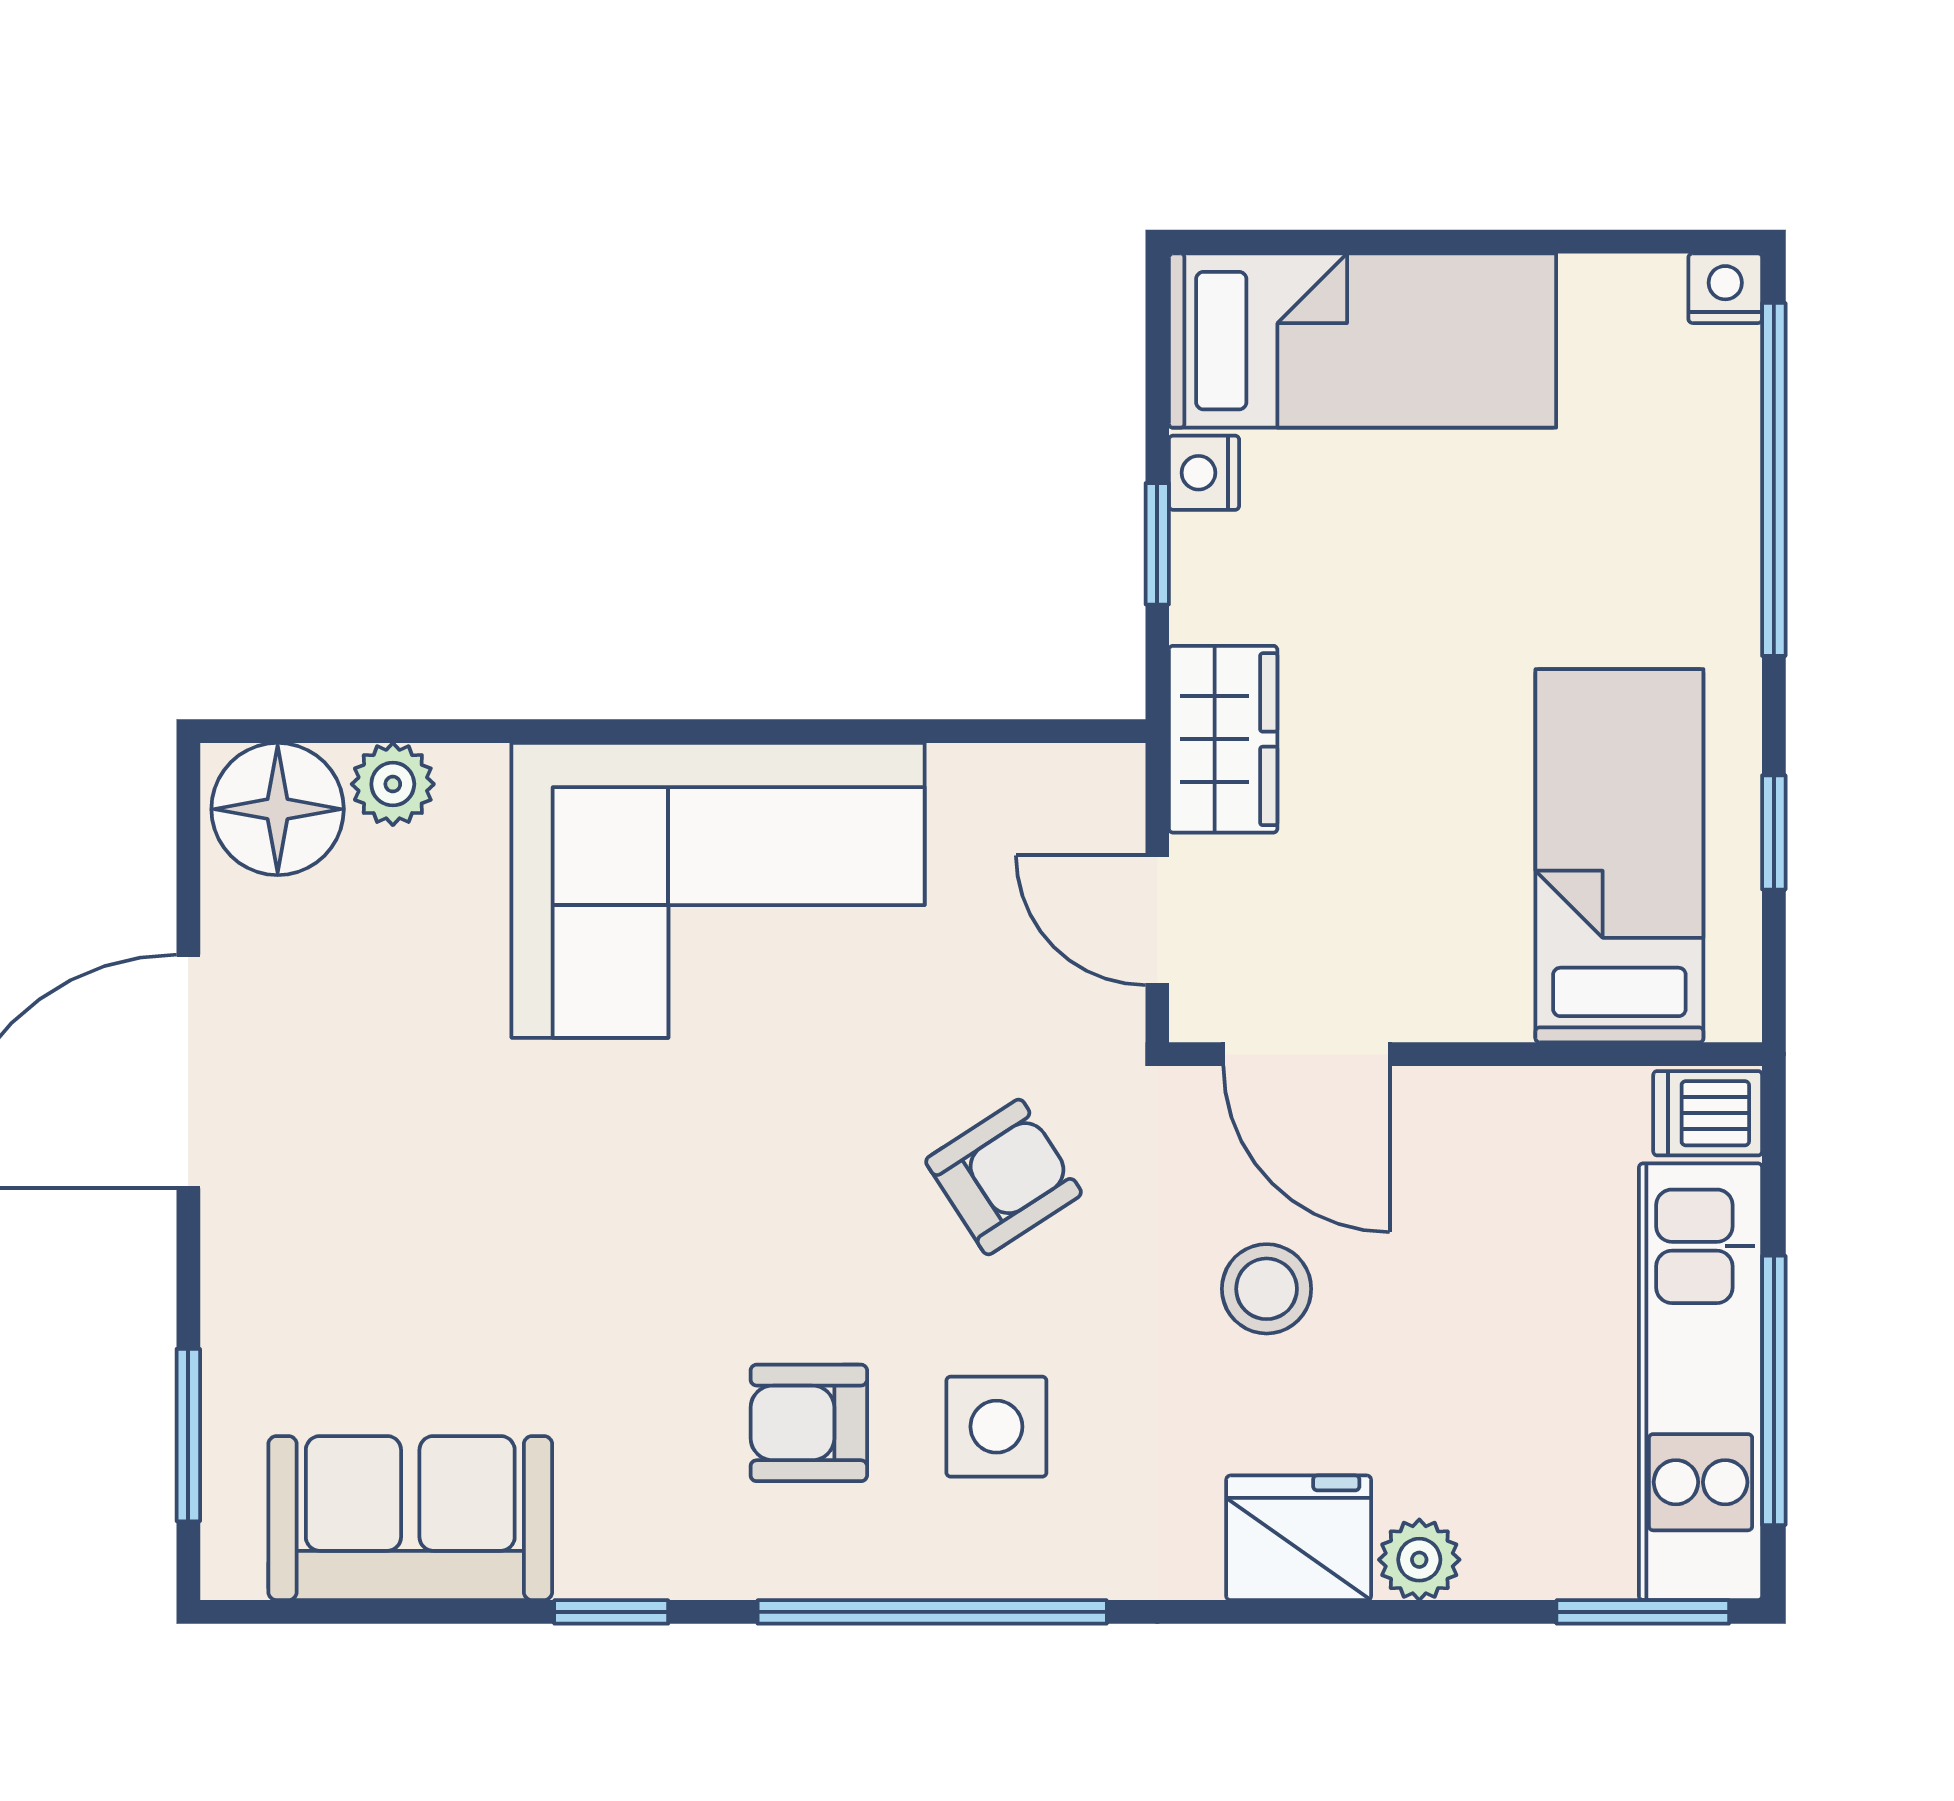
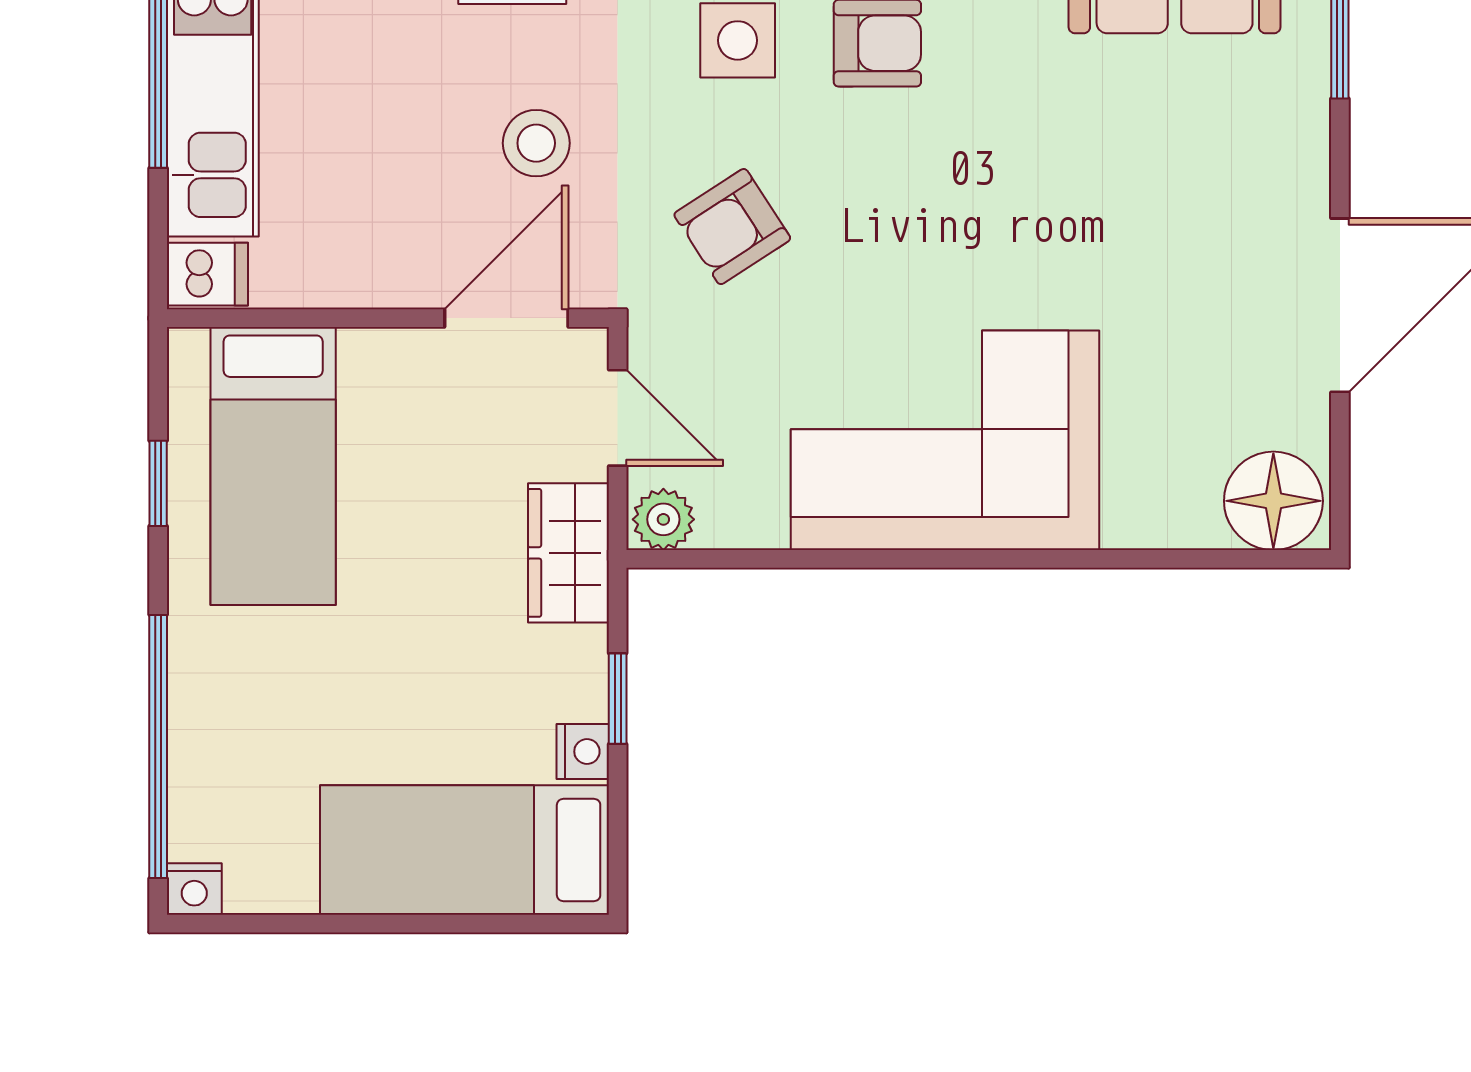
plant: (393, 784) -> (663, 519), moved
door: (1307, 1054) -> (506, 318), hinge flipped

